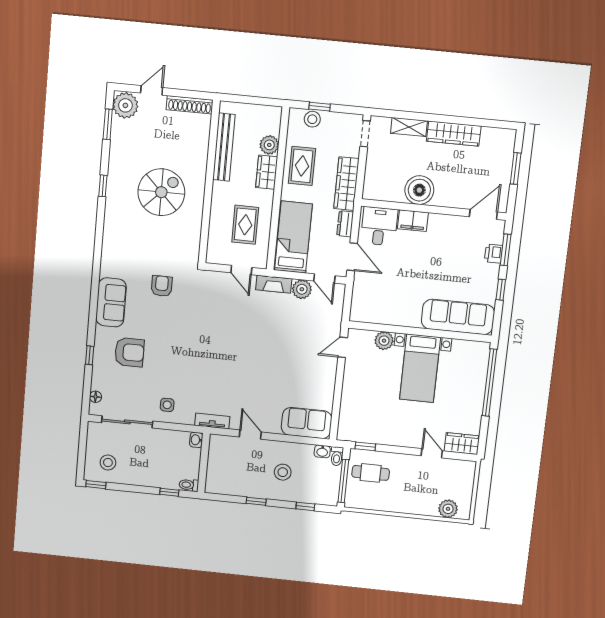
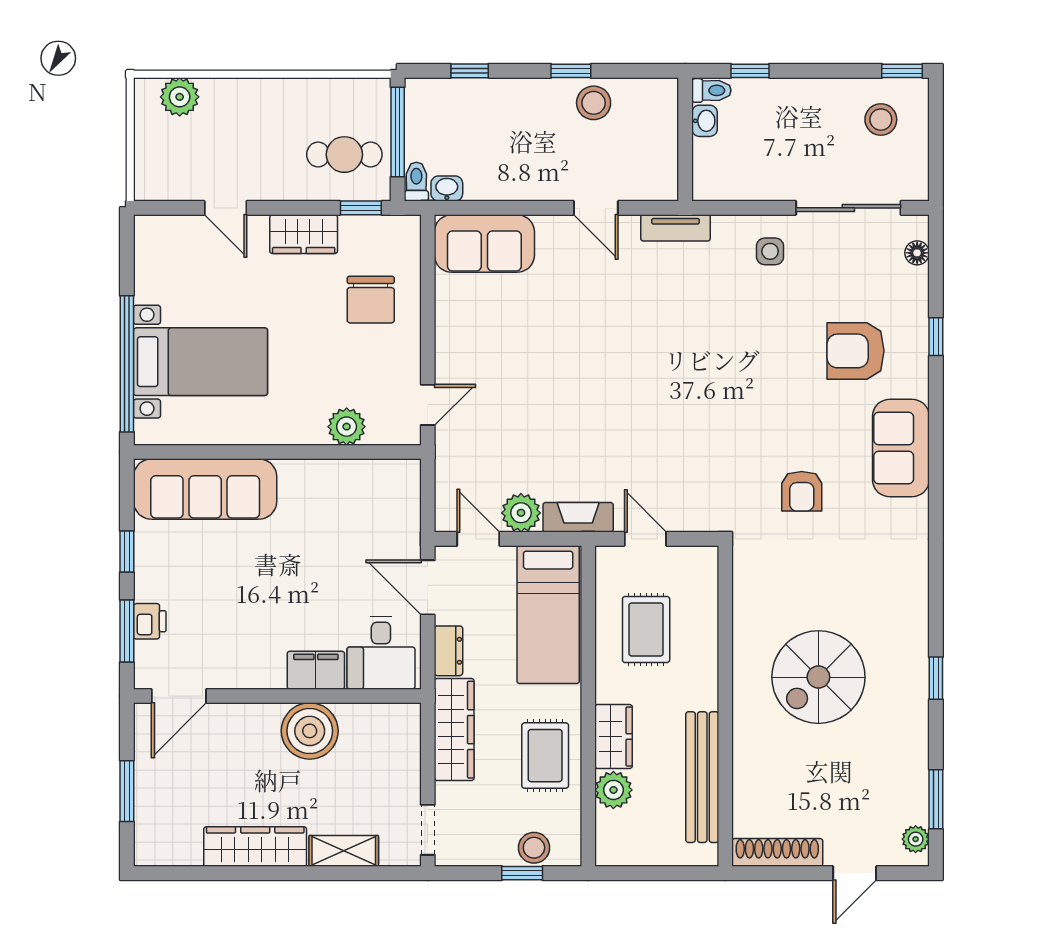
plant: (125, 105) -> (916, 839), width x0.53, depth x0.53
bed with nightstands: (420, 368) -> (201, 362), moved, turned 90
chair: (365, 402) -> (371, 300), added
washbasin: (196, 440) -> (705, 121), moved
wardrobe: (462, 444) -> (304, 234), moved
stool: (283, 472) -> (594, 103), moved

